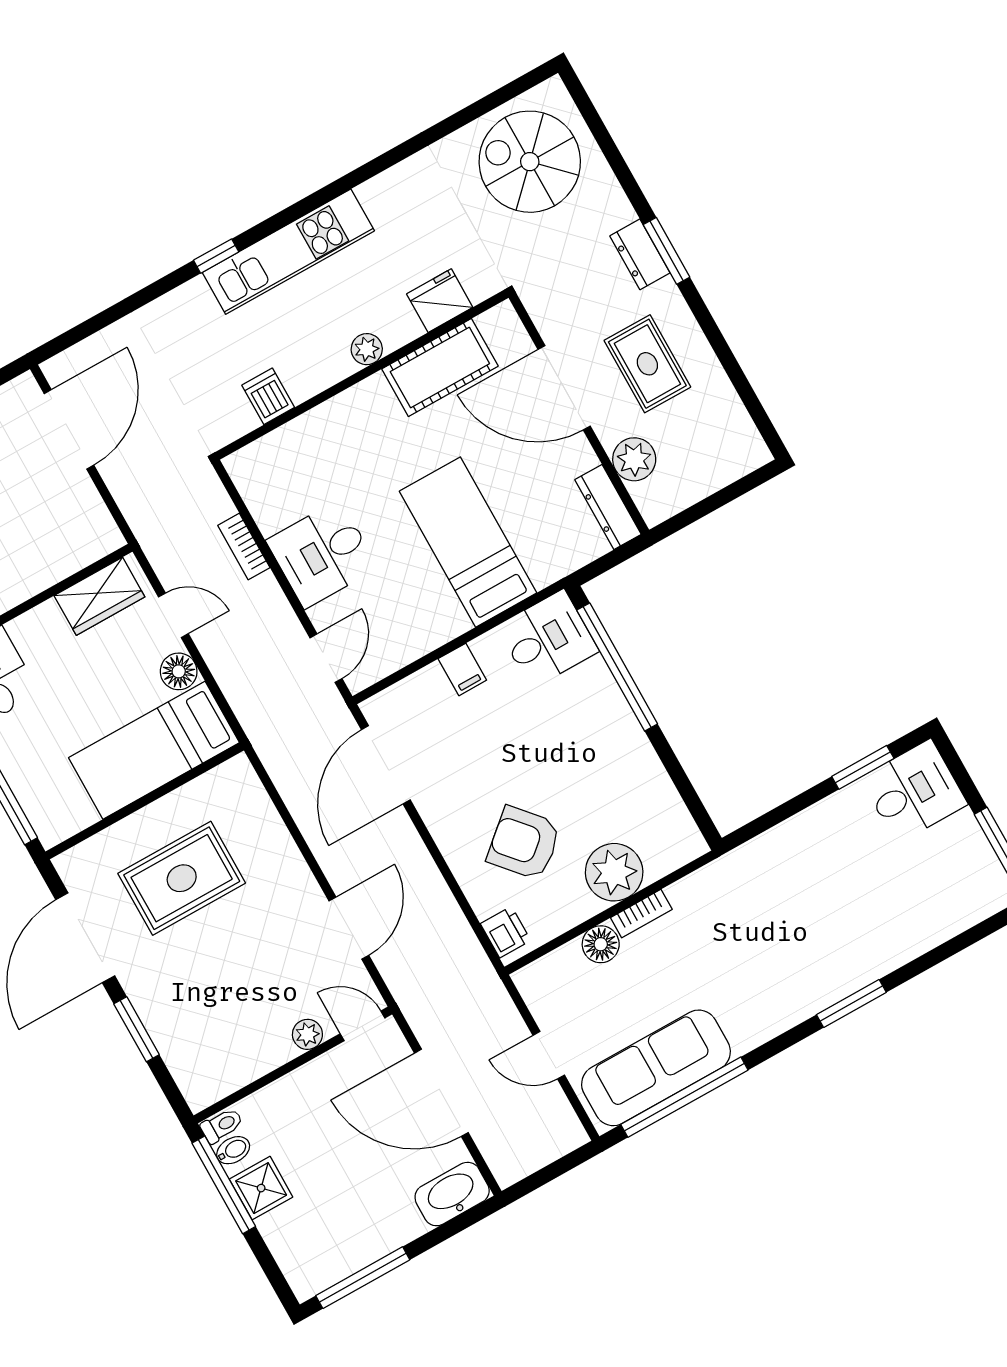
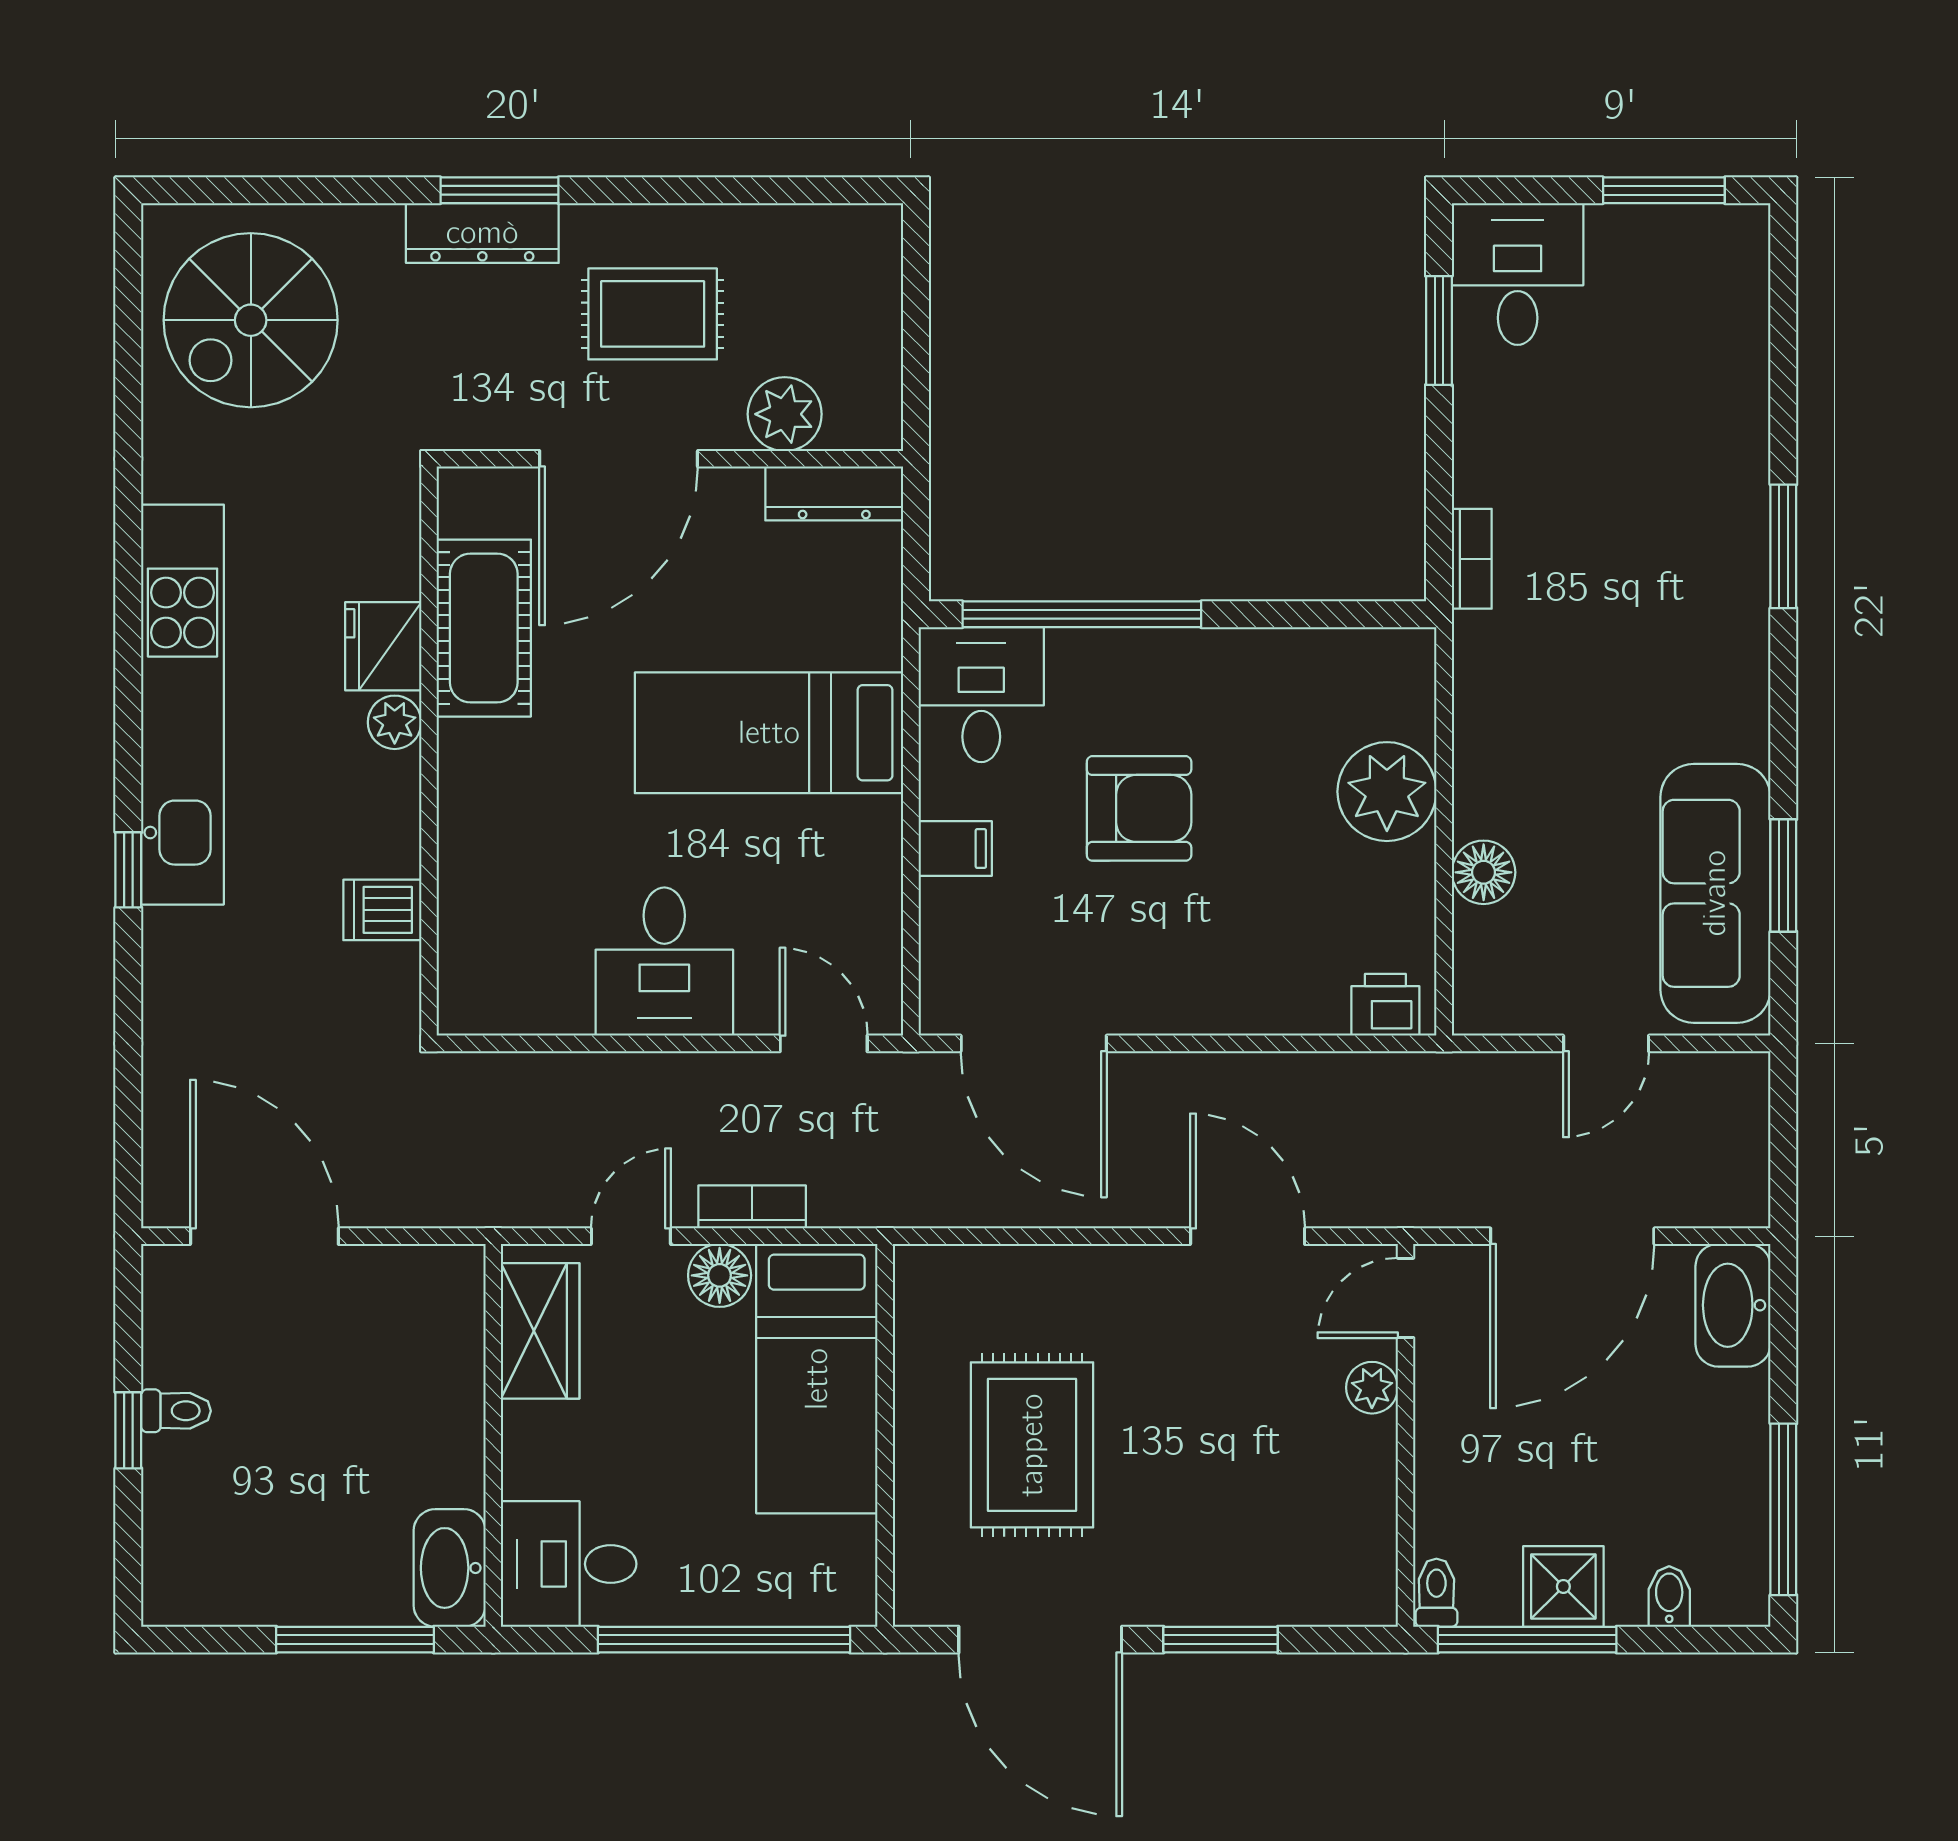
kitchen unit: (288, 252) -> (183, 705), width x1.36
dresser: (640, 254) -> (482, 233), width x1.44
fridge: (440, 301) -> (383, 646), moved
bookcase: (244, 547) -> (752, 1207), moved, turned 180
armchair: (524, 843) -> (1139, 808), moved, turned -139
bookcase: (641, 914) -> (1472, 559), moved
window: (684, 1097) -> (1783, 875), width x0.47
bidet: (233, 1150) -> (1669, 1597), moved

